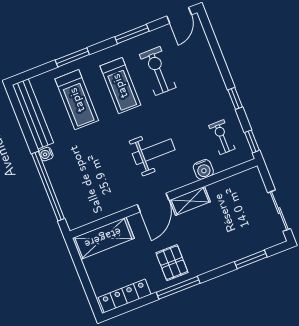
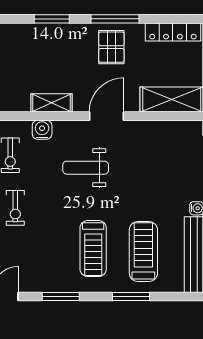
exercise bike: (158, 71) -> (15, 208), moved, width x0.73, depth x0.72
treadmill: (120, 86) -> (93, 249), turned 180
shelving: (190, 201) -> (51, 103), moved
window: (251, 259) -> (52, 19), moved

